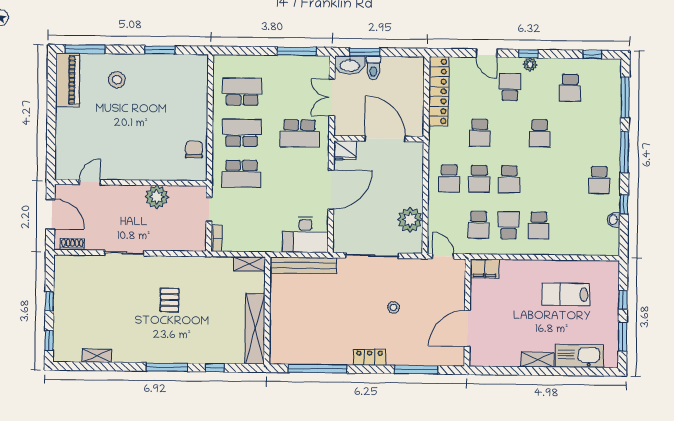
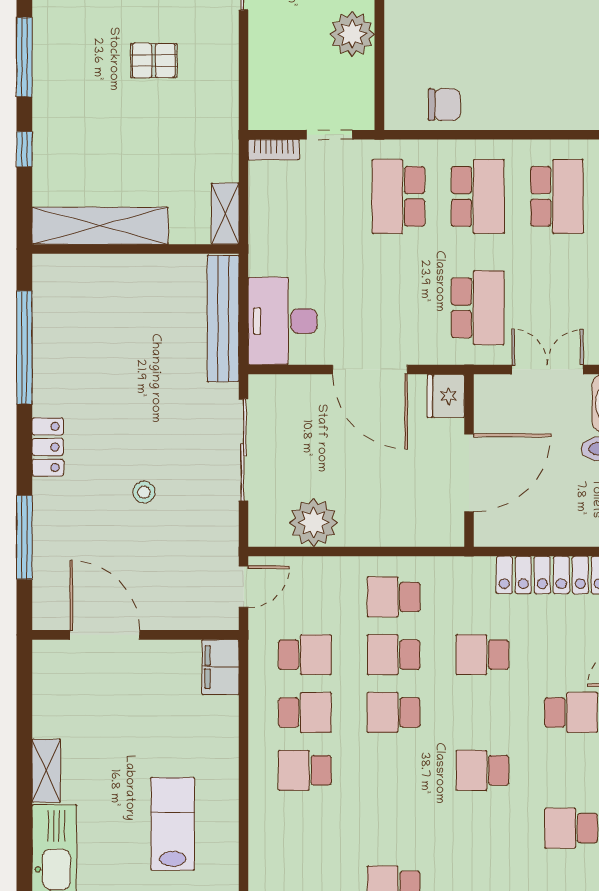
school desk: (300, 133) -> (478, 308), turned 180
school desk: (479, 225) -> (305, 655), turned 180

